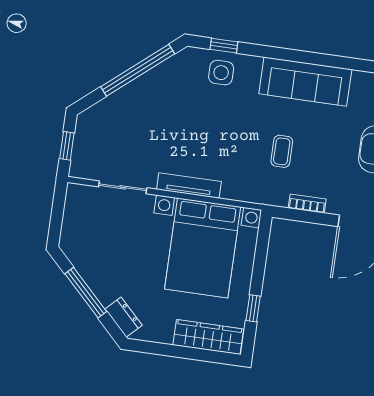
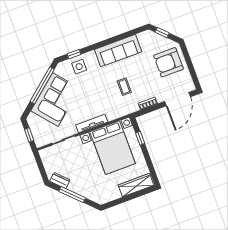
corner sofa: (147, 108) -> (55, 100), added
window: (253, 308) -> (140, 138), moved
dresser: (124, 317) -> (60, 181), moved

